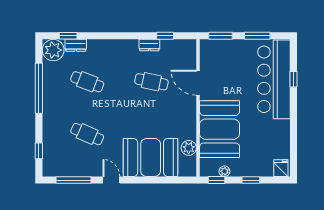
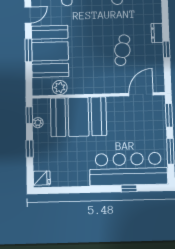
window: (165, 36) -> (166, 49), moved
dresser: (149, 45) -> (157, 33), moved
door: (198, 83) -> (141, 94), moved
window: (149, 180) -> (28, 50), added

